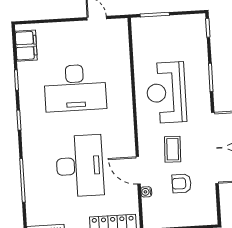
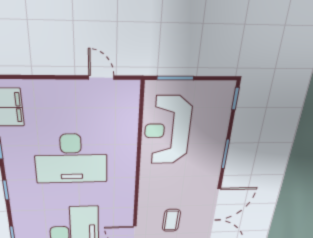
reception desk: (166, 93) -> (167, 131), moved

